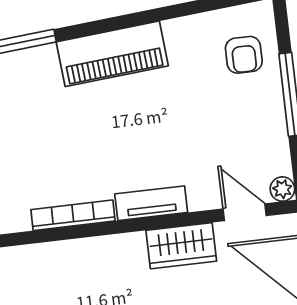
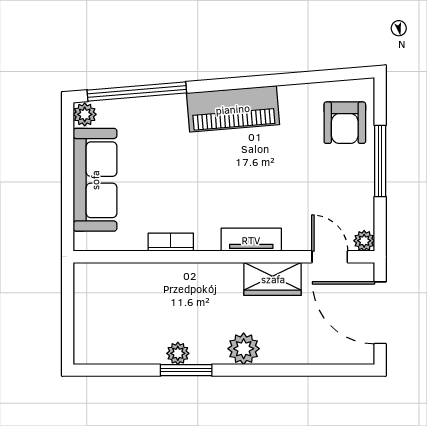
armchair: (244, 55) -> (345, 123), width x1.38, depth x1.38
bookcase: (73, 215) -> (171, 242), width x0.64

